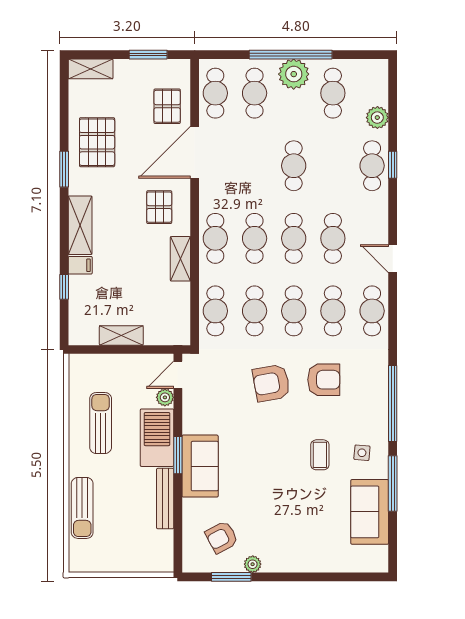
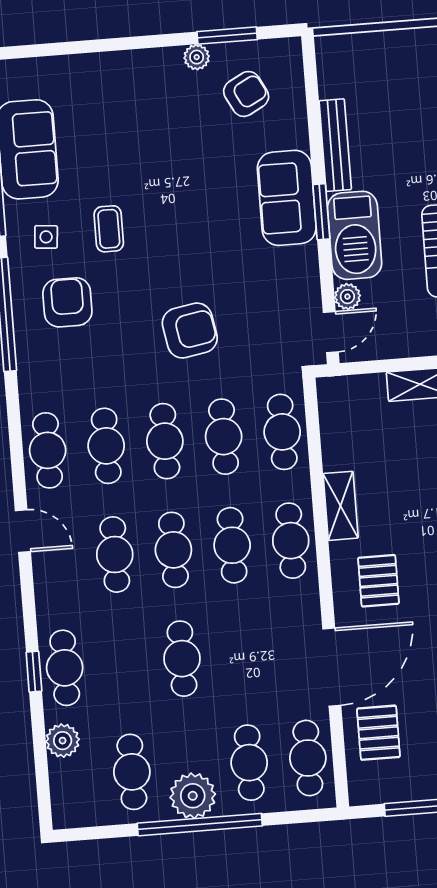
armchair: (324, 380) -> (67, 302), moved, turned 90

